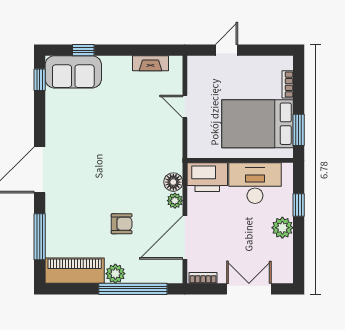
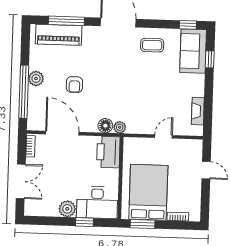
coffee table: (67, 125) -> (152, 45), added
desk: (255, 183) -> (97, 202), moved, turned 90
plant: (175, 201) -> (120, 127), moved
piano: (75, 271) -> (59, 35), moved, turned 90

